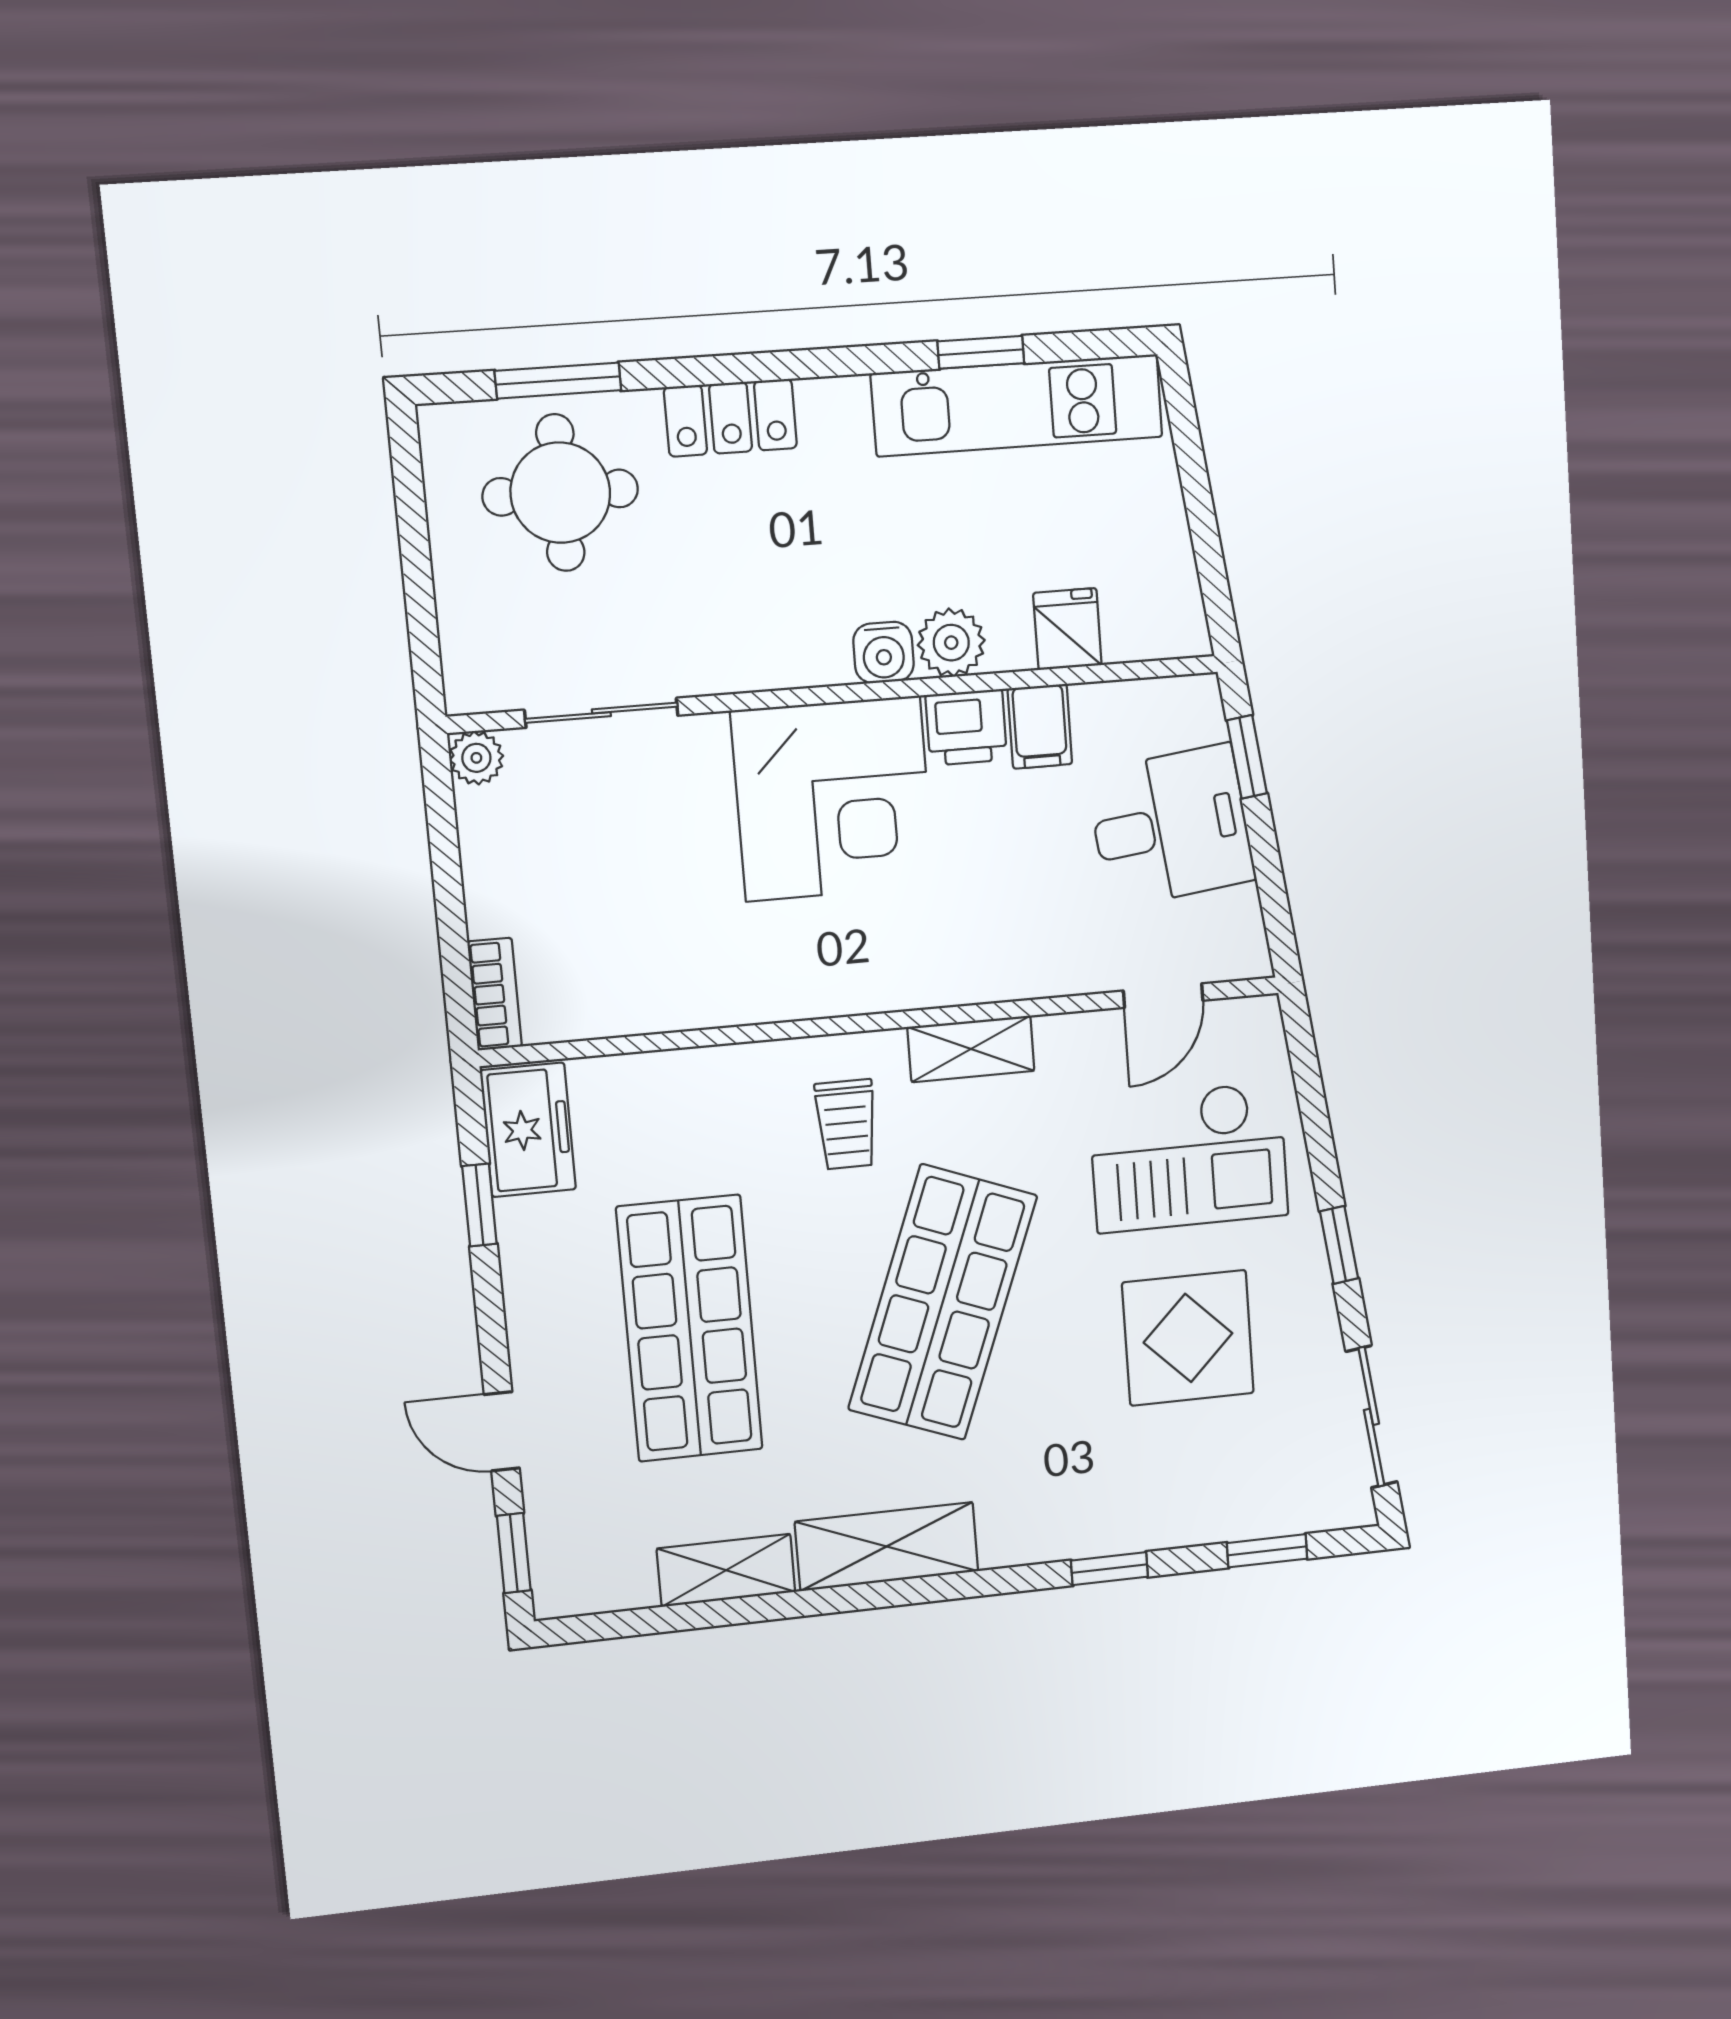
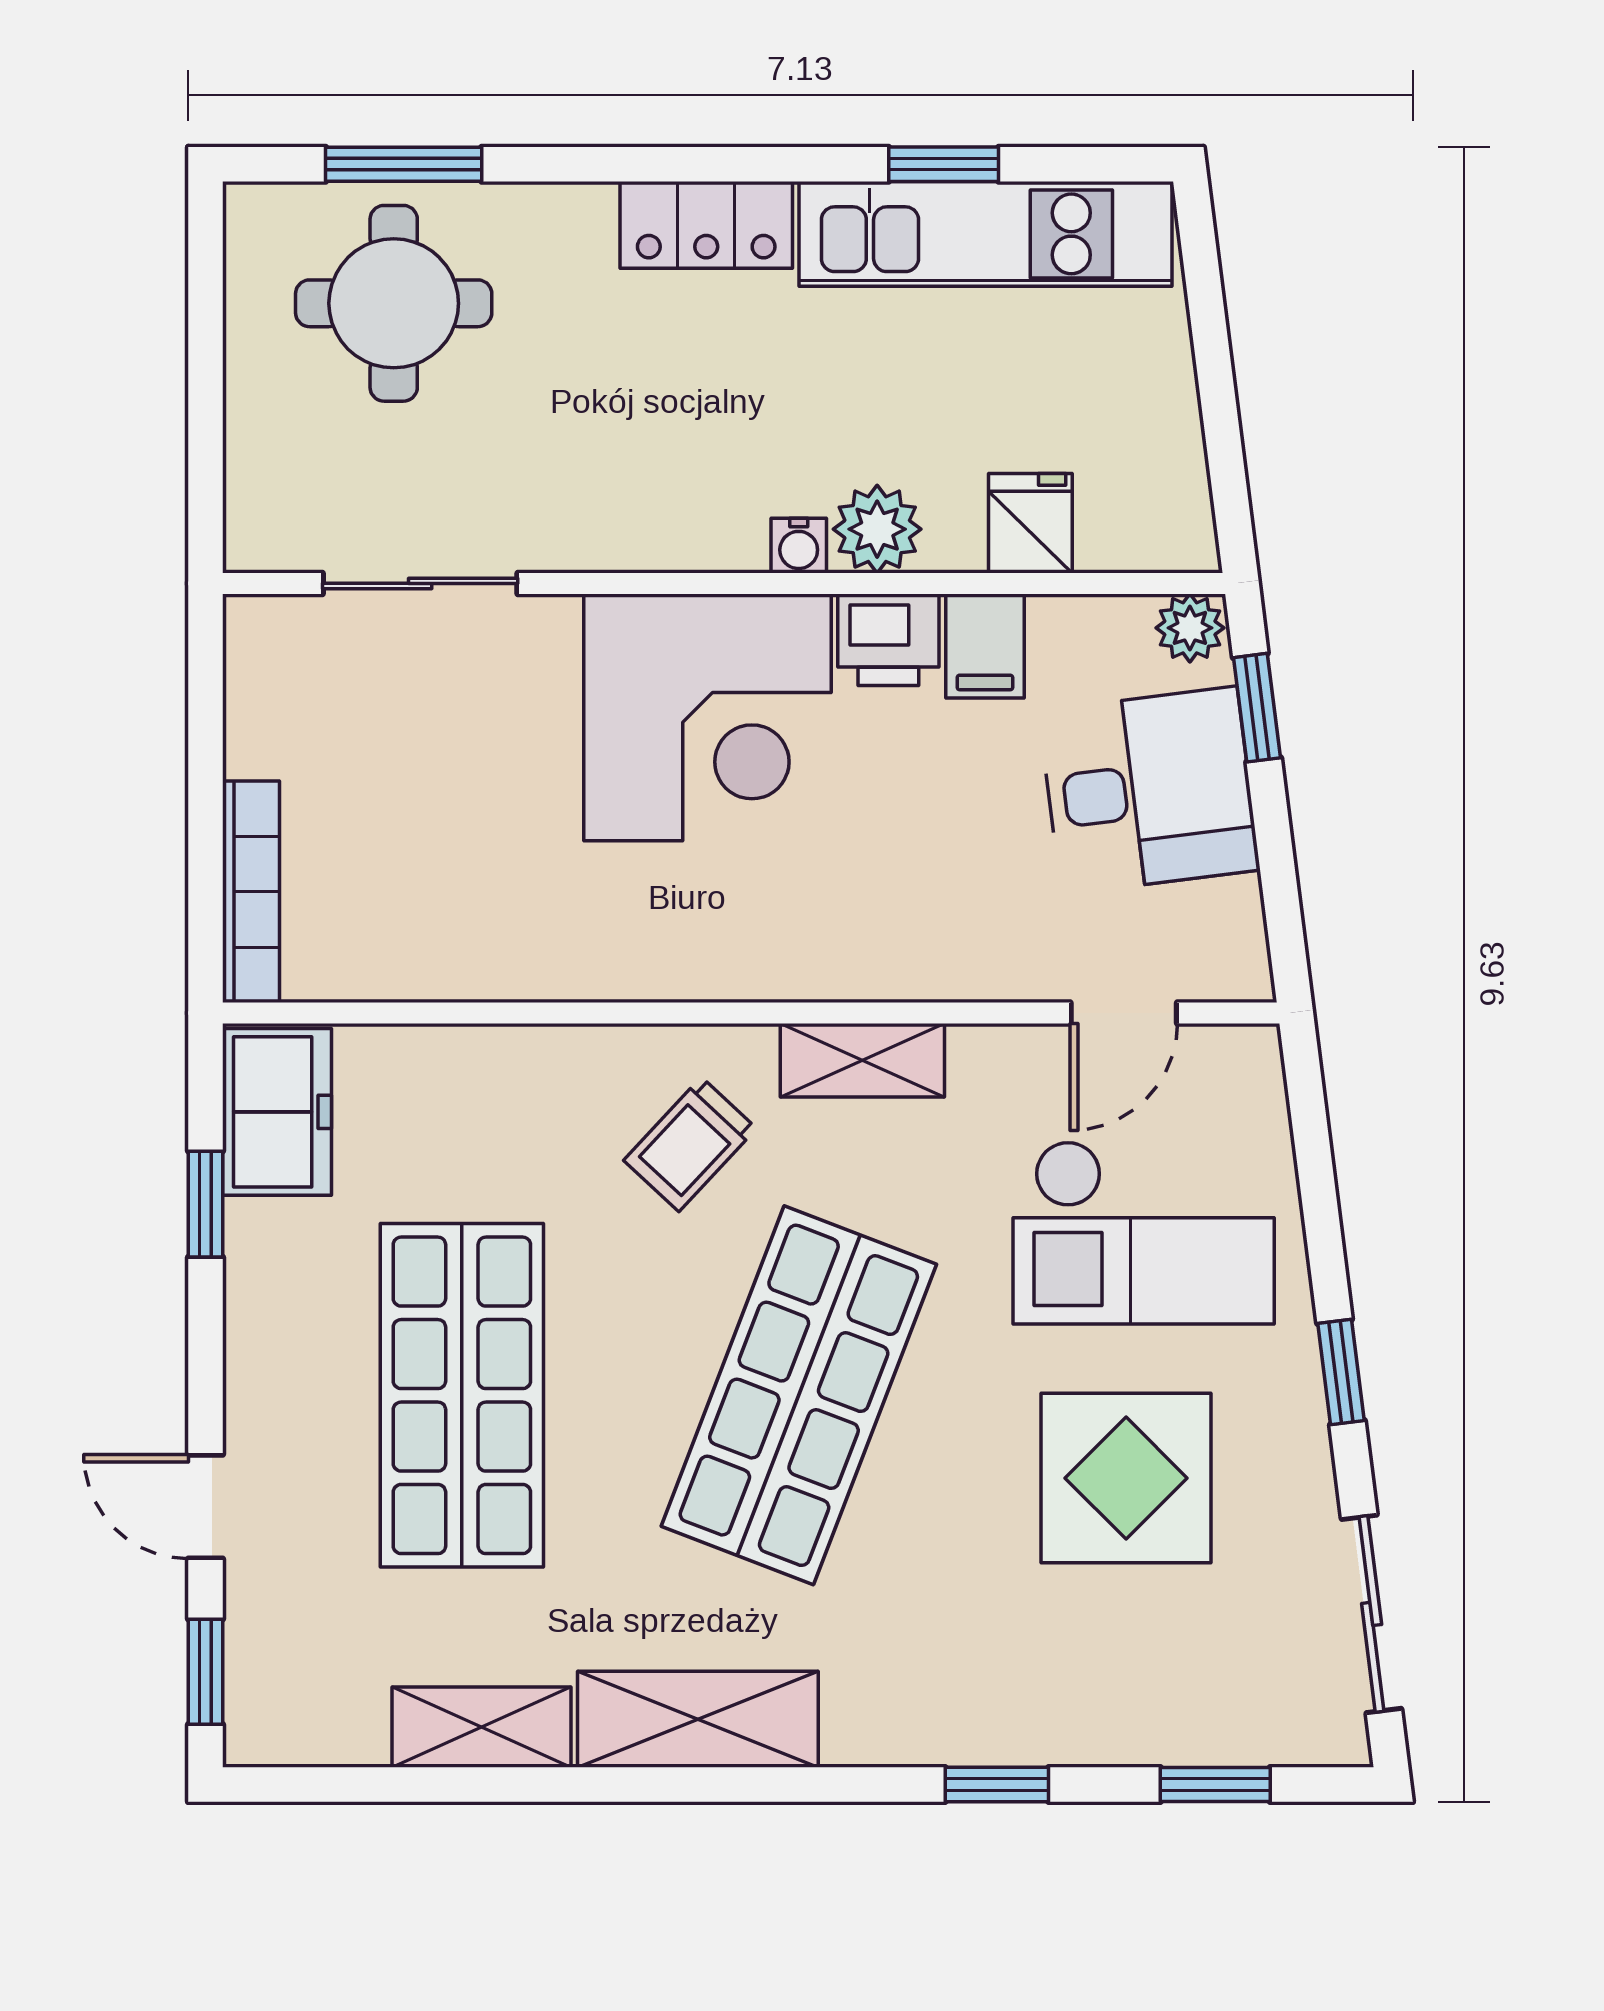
locker: (730, 418) -> (706, 225), moved
water cooler: (883, 653) -> (799, 546), width x0.72, depth x0.72
plant: (476, 758) -> (1190, 628), moved
bookcase: (495, 994) -> (251, 892), width x1.56
trolley: (846, 1124) -> (690, 1144), turned 43

